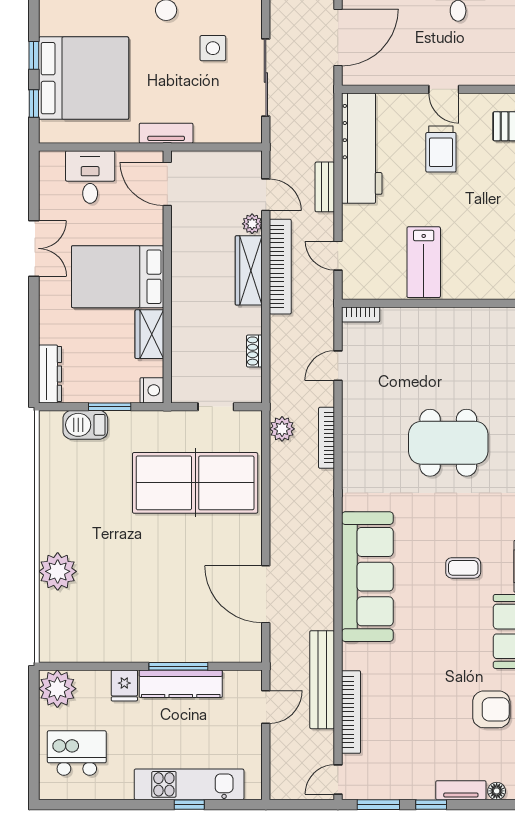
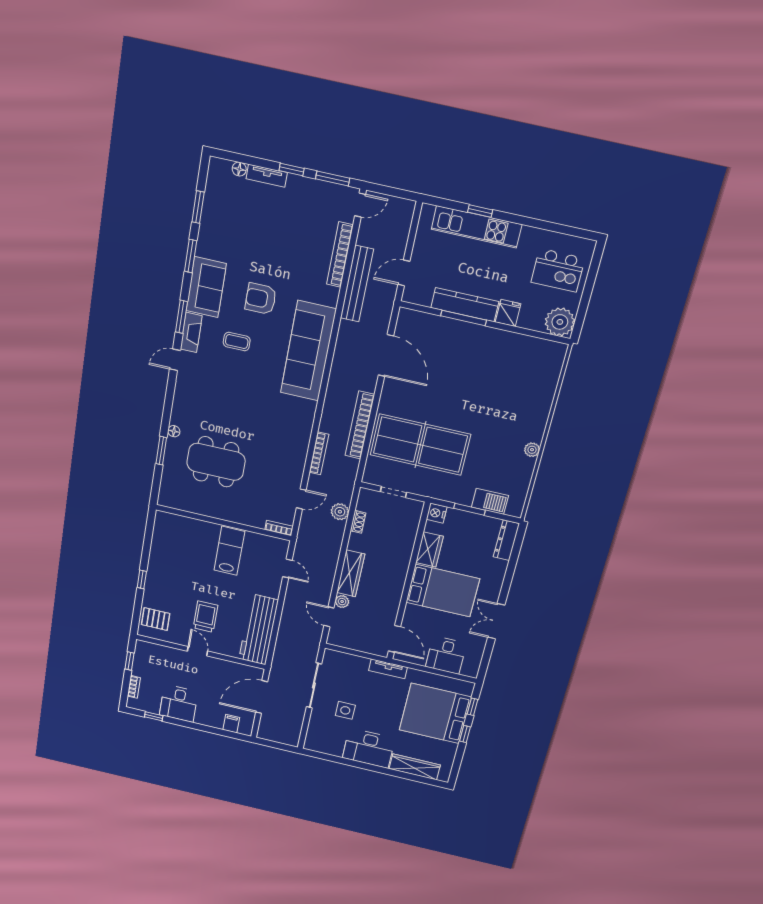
bench: (325, 187) -> (288, 612), removed
bookcase: (280, 267) -> (360, 425), moved
plant: (282, 429) -> (340, 512), moved
dining table: (448, 443) -> (216, 462), moved
plant: (58, 571) -> (532, 450), moved, width x0.53, depth x0.53
armchair: (491, 709) -> (261, 299), moved

